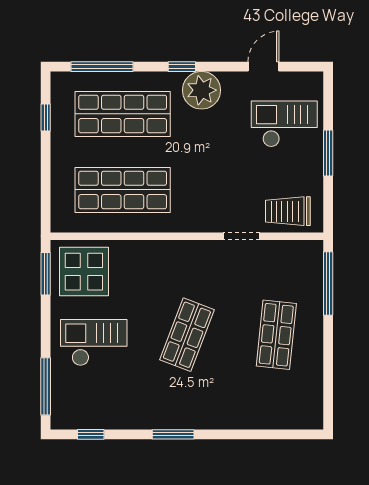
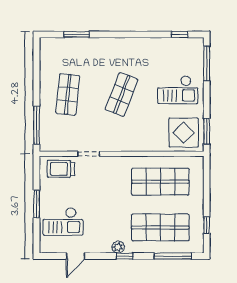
plant: (202, 90) -> (118, 247), width x0.53, depth x0.53
trolley: (288, 211) -> (61, 169), turned 180
window: (173, 434) -> (77, 34), moved

